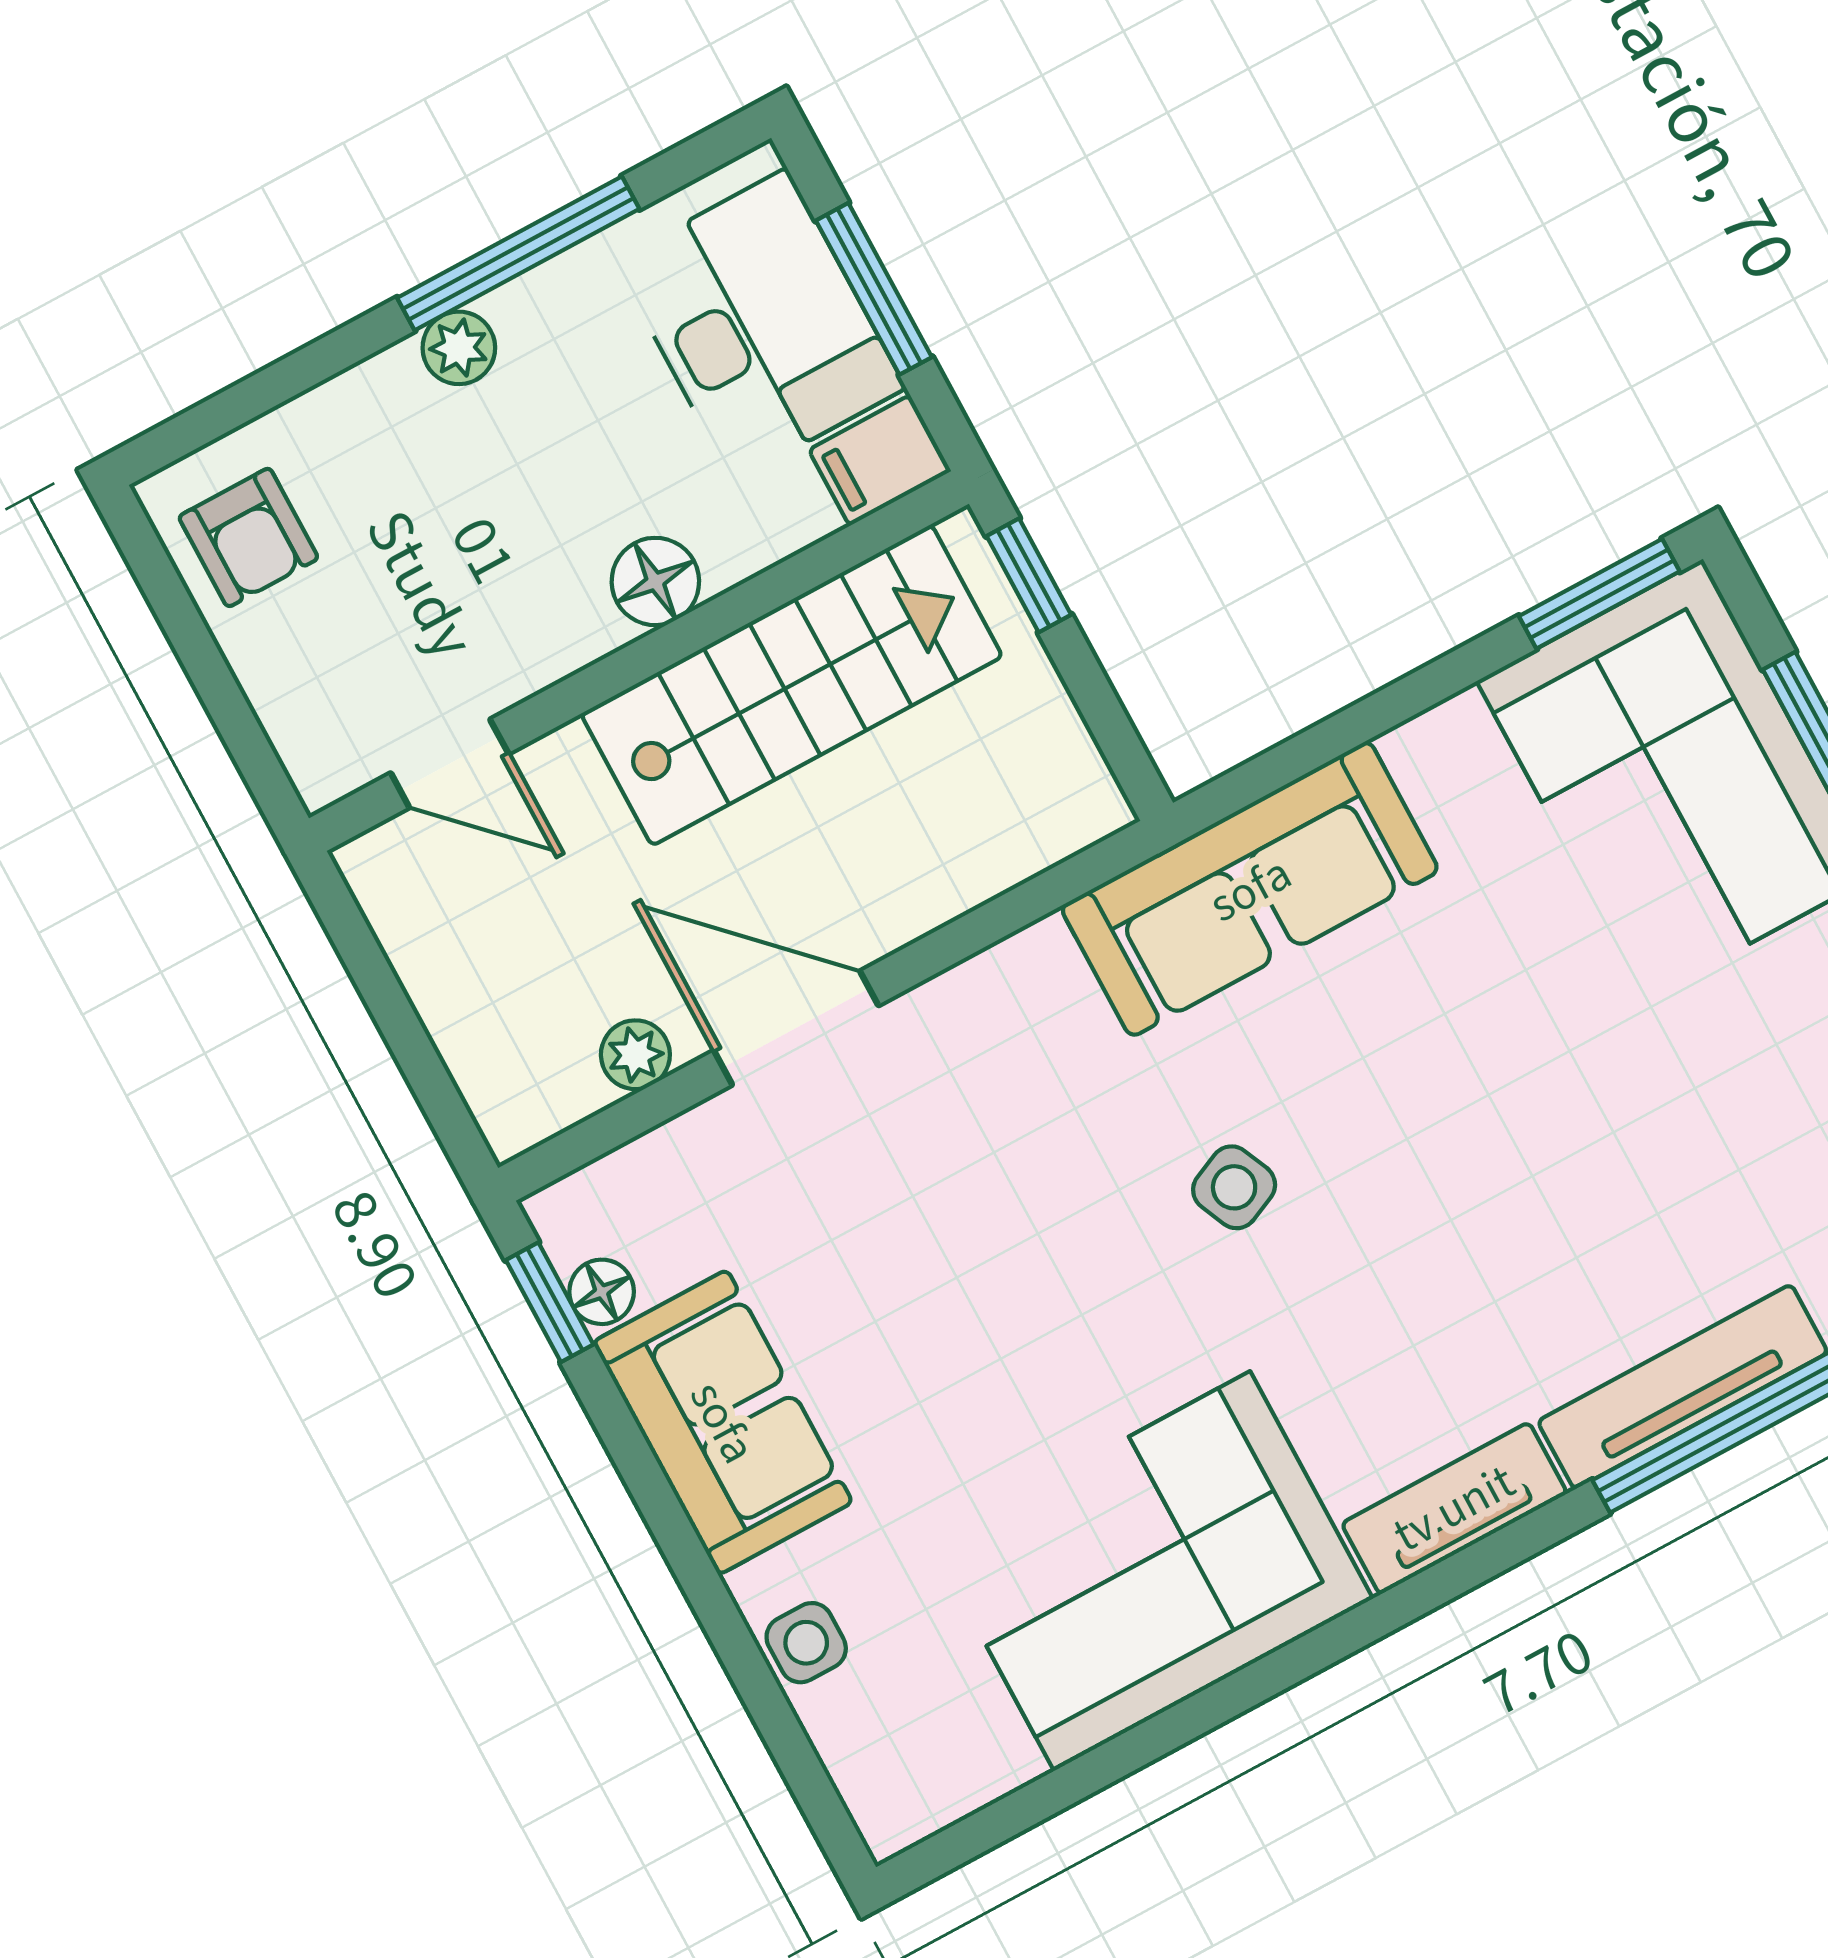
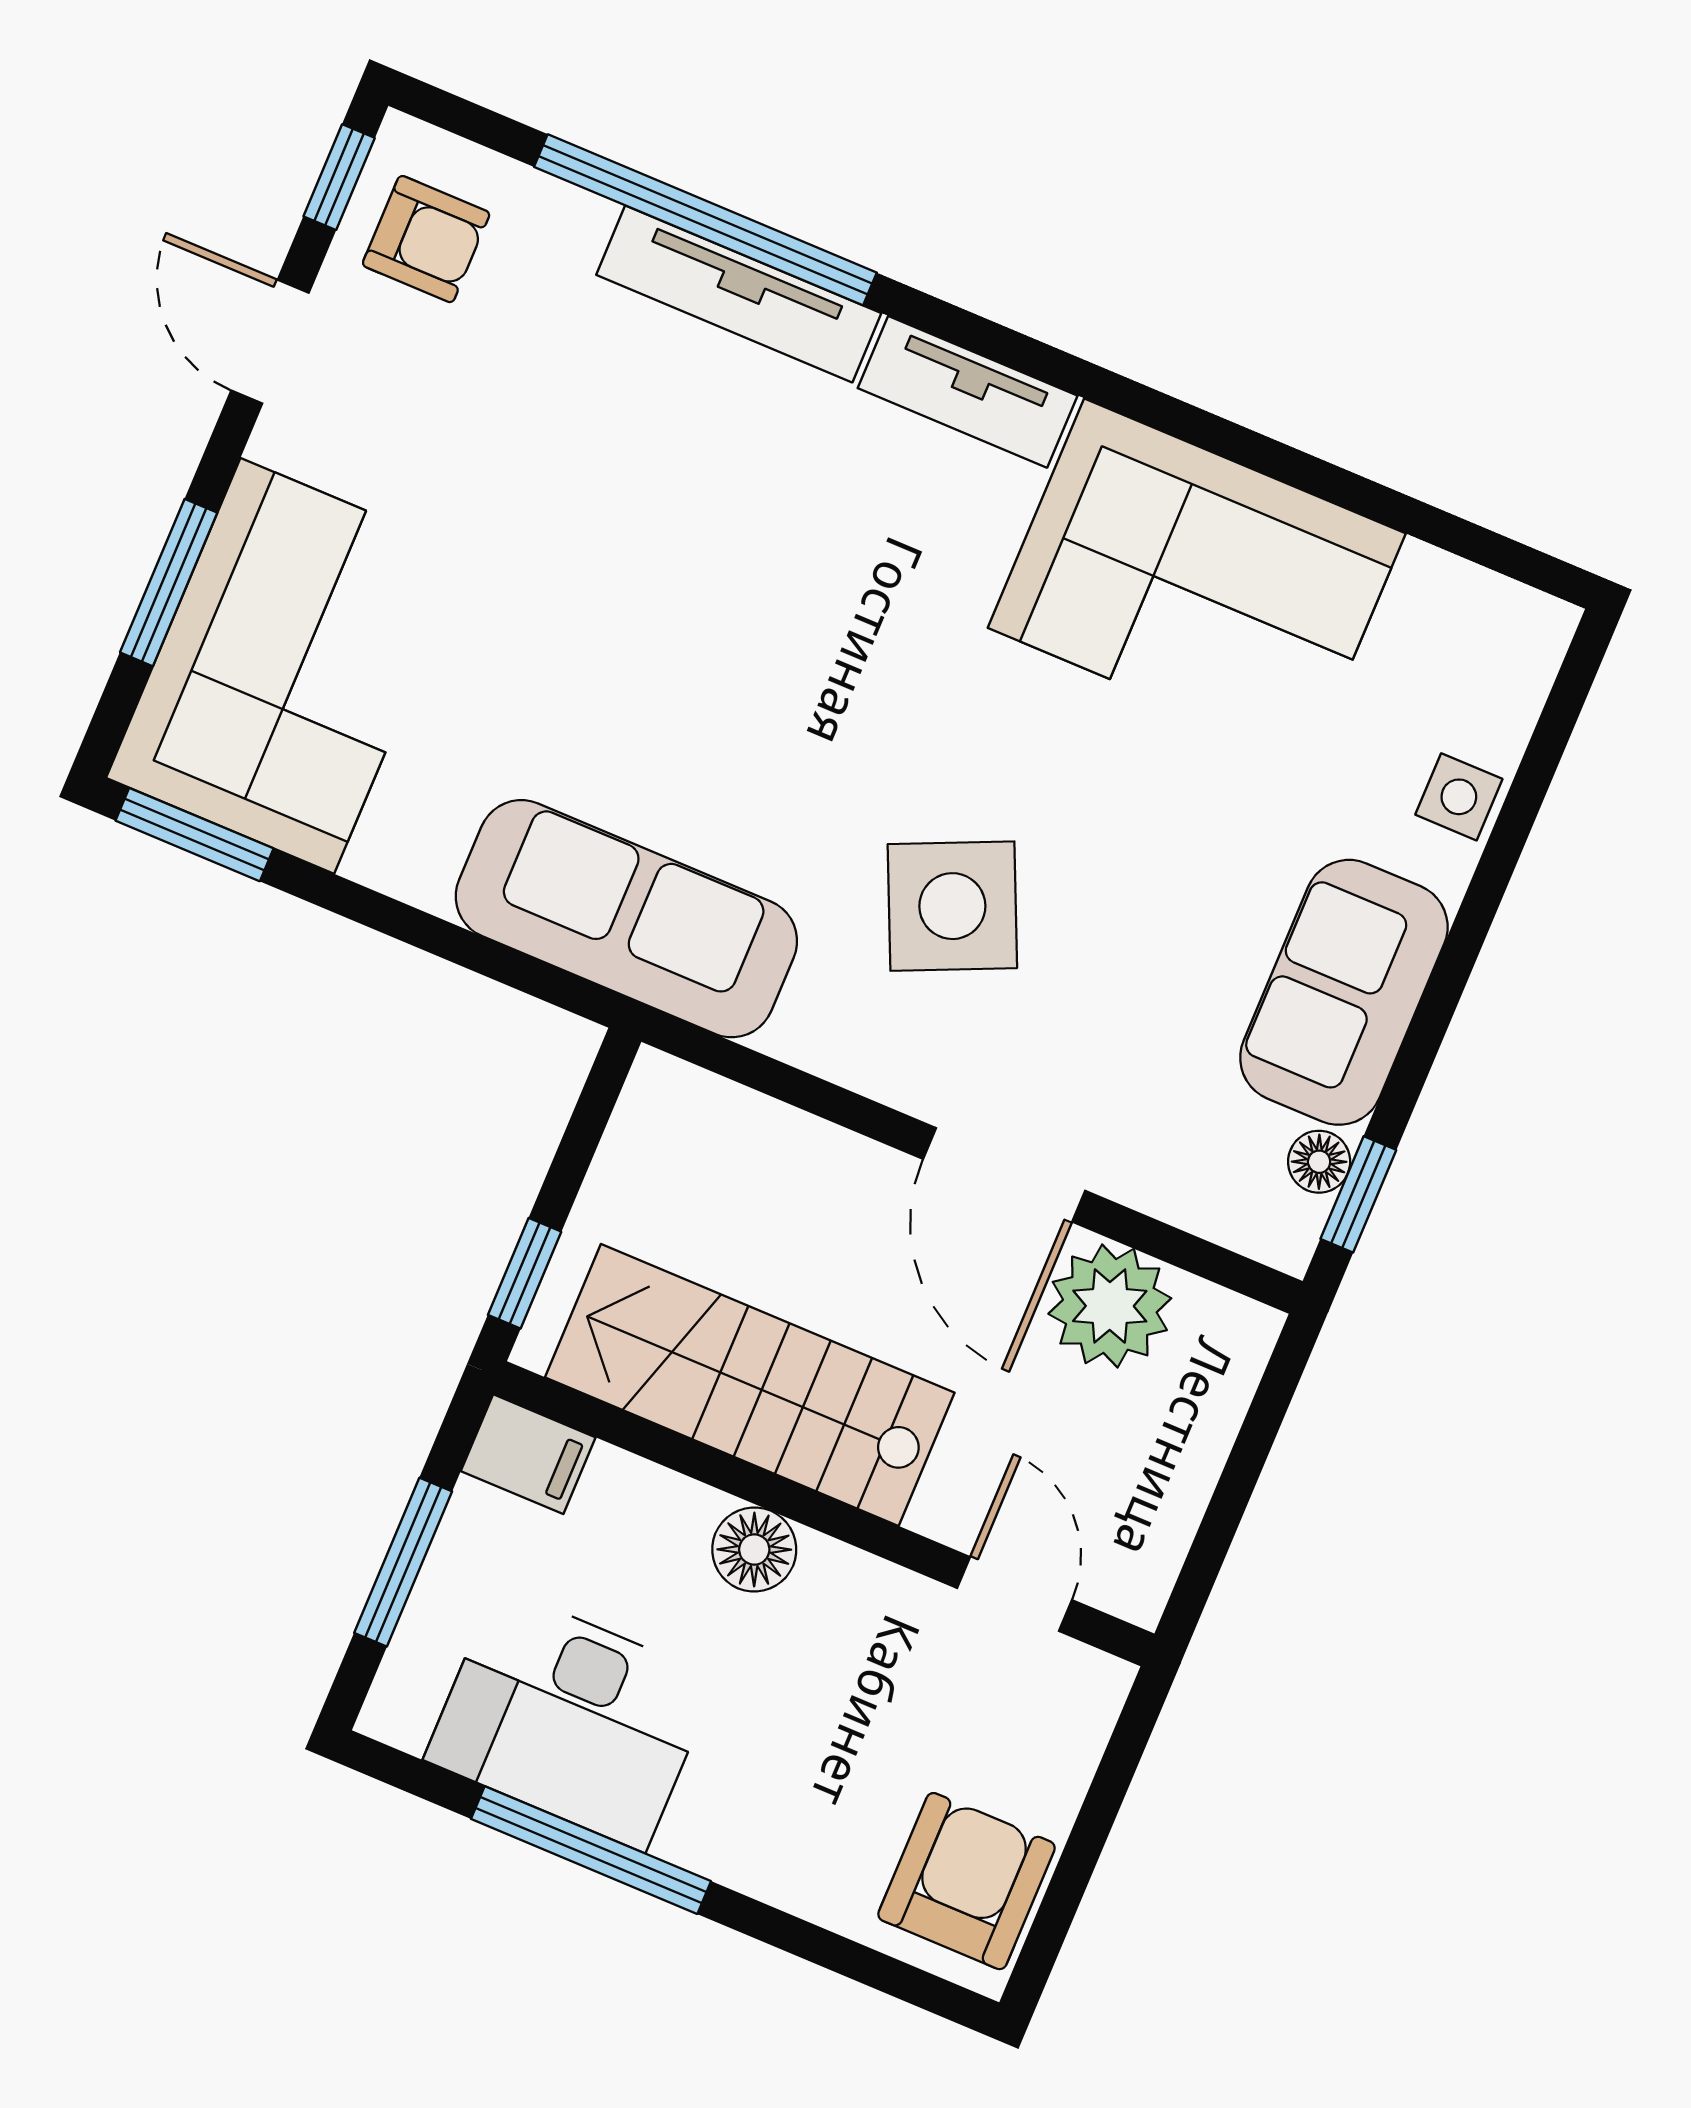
desk: (760, 325) -> (571, 1719), moved, turned -90
plant: (459, 348) -> (698, 1838), removed
armchair: (248, 537) -> (967, 1881), width x1.38, depth x1.38
plant: (635, 1055) -> (1110, 1306), width x1.87, depth x1.87
side table: (1234, 1187) -> (952, 906), moved, width x1.87, depth x1.87

